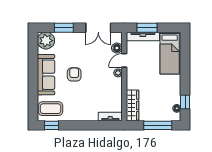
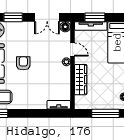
floor lamp: (117, 48) -> (65, 27), moved
door: (124, 60) -> (73, 50), swing flipped
wardrobe: (132, 105) -> (81, 80), moved

